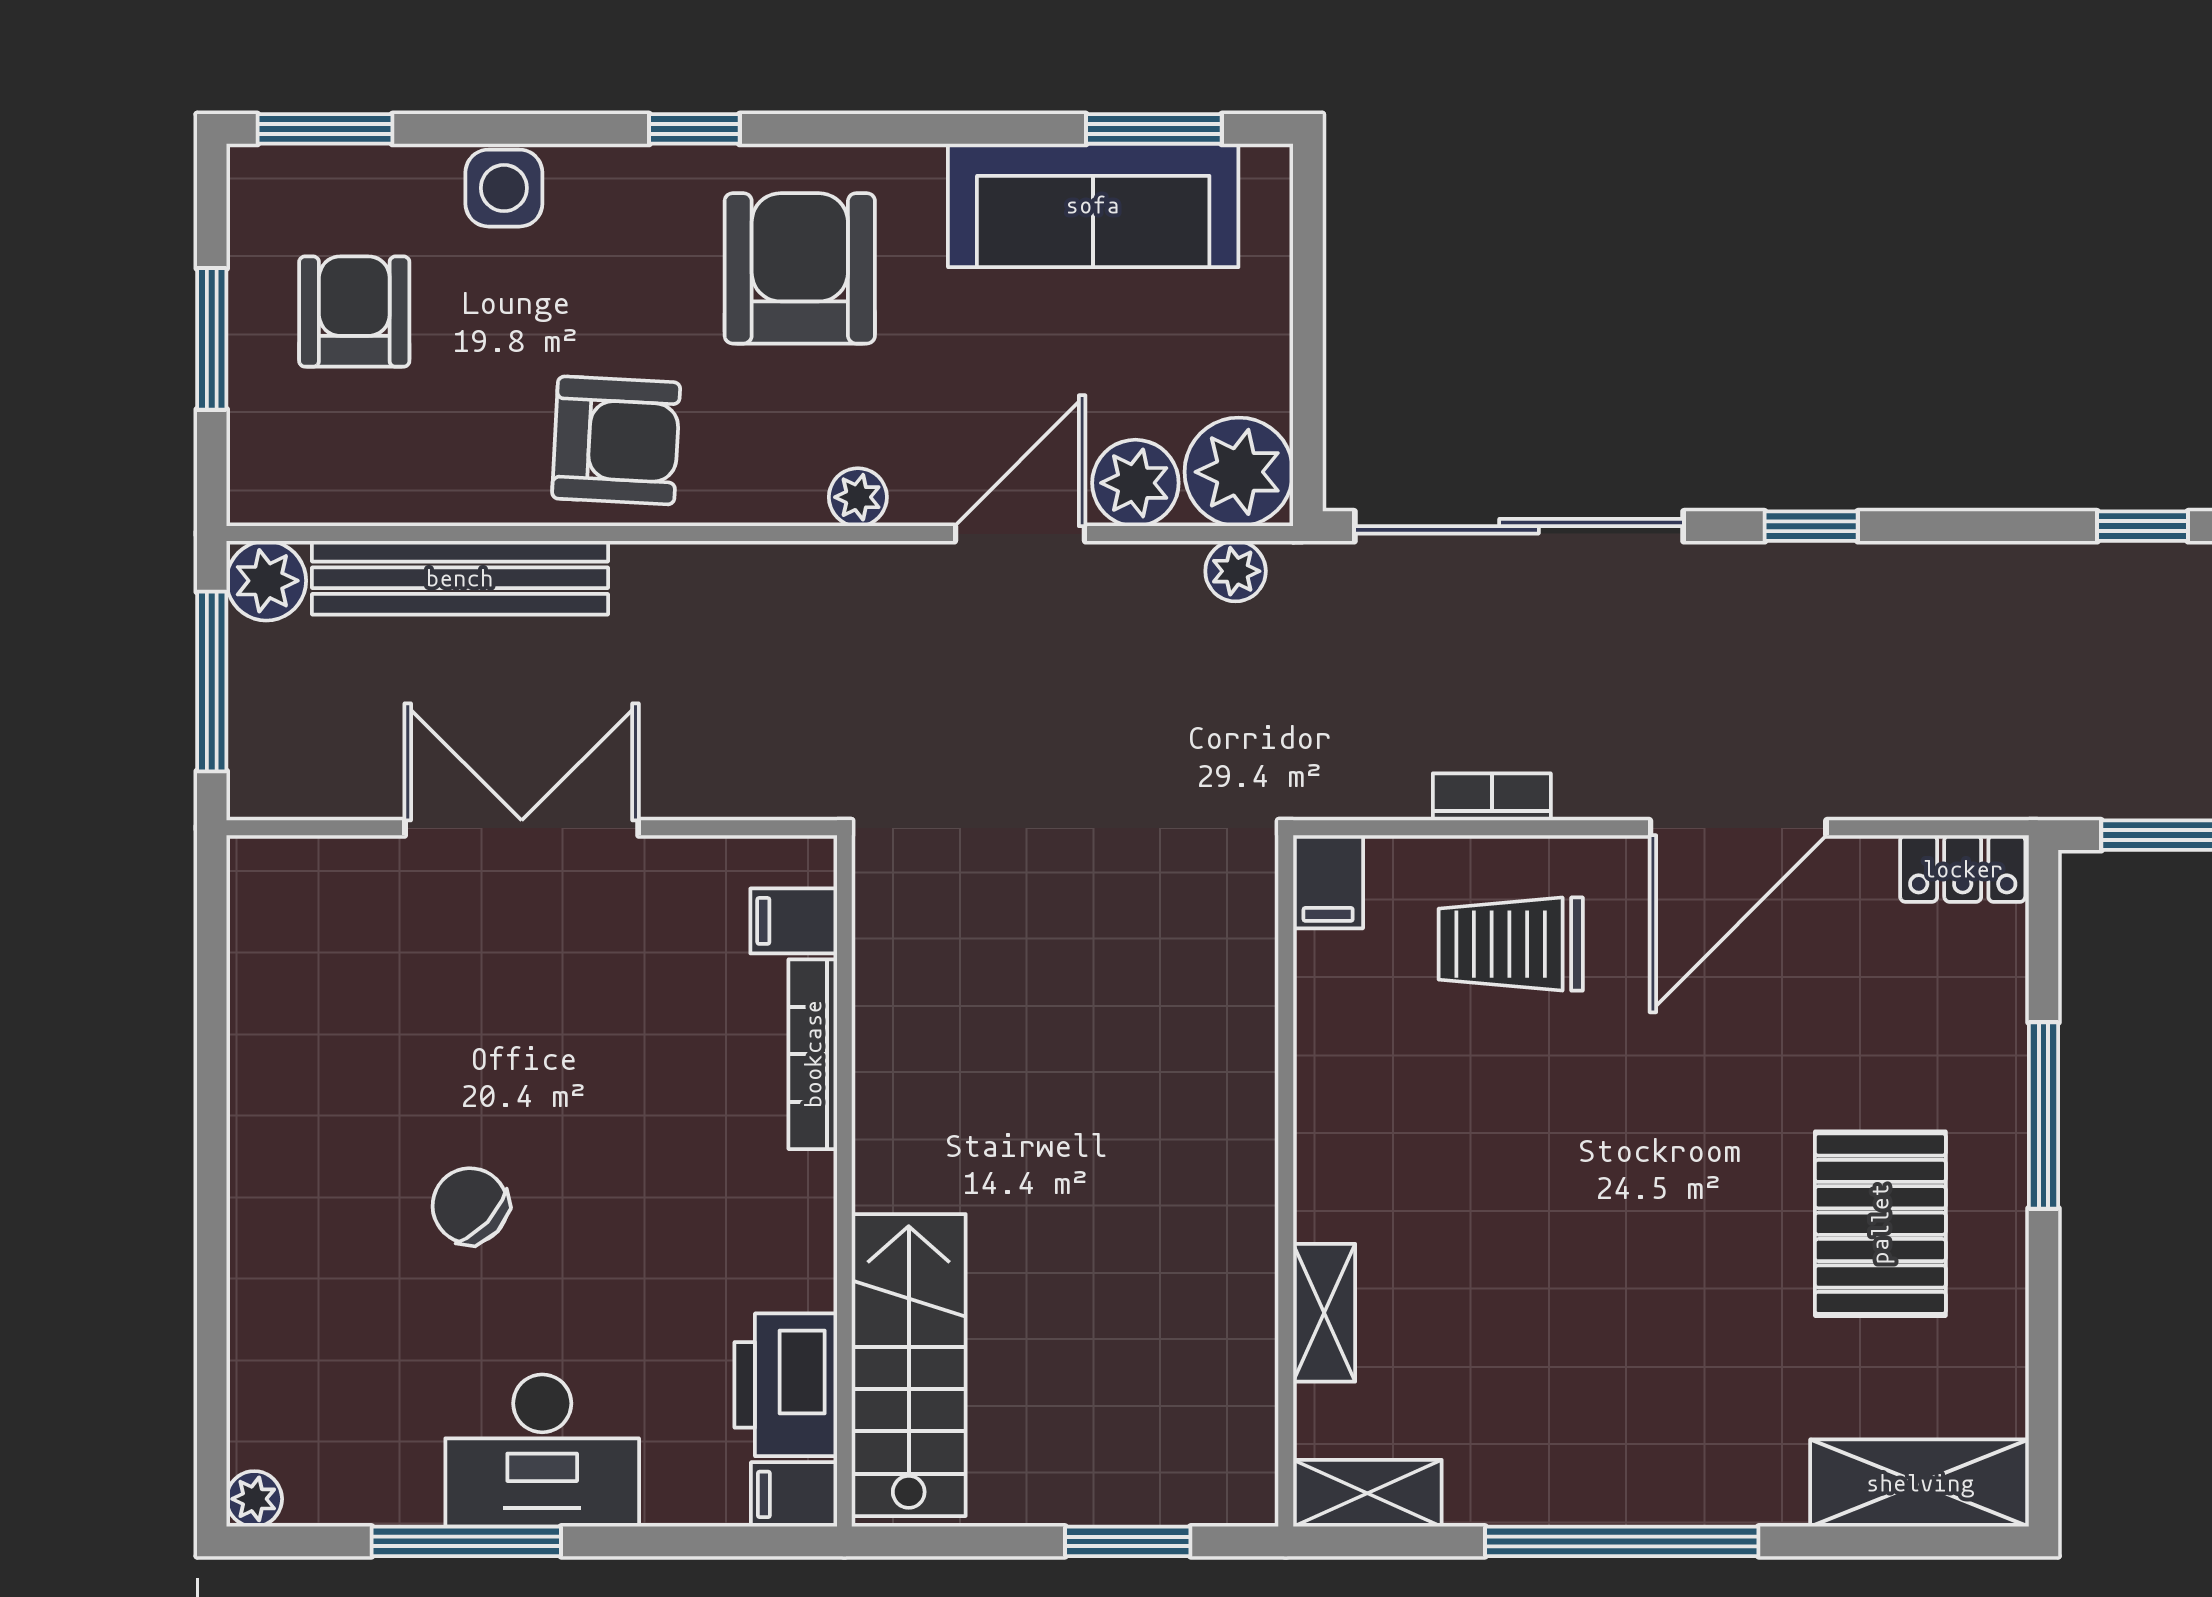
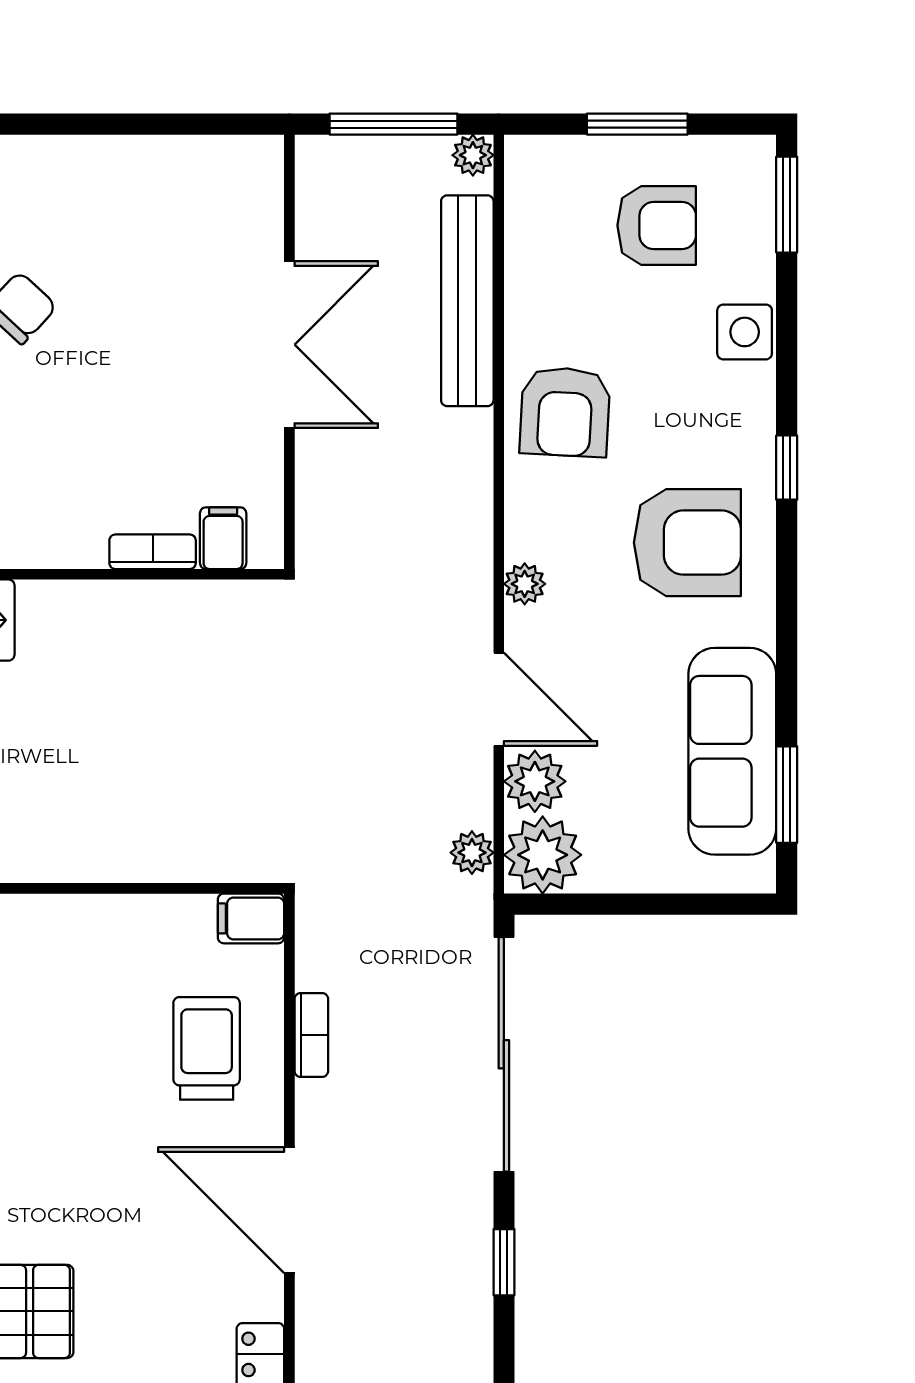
plant: (266, 581) -> (473, 155), width x0.73, depth x0.73
bookcase: (813, 1054) -> (153, 552), width x0.64

